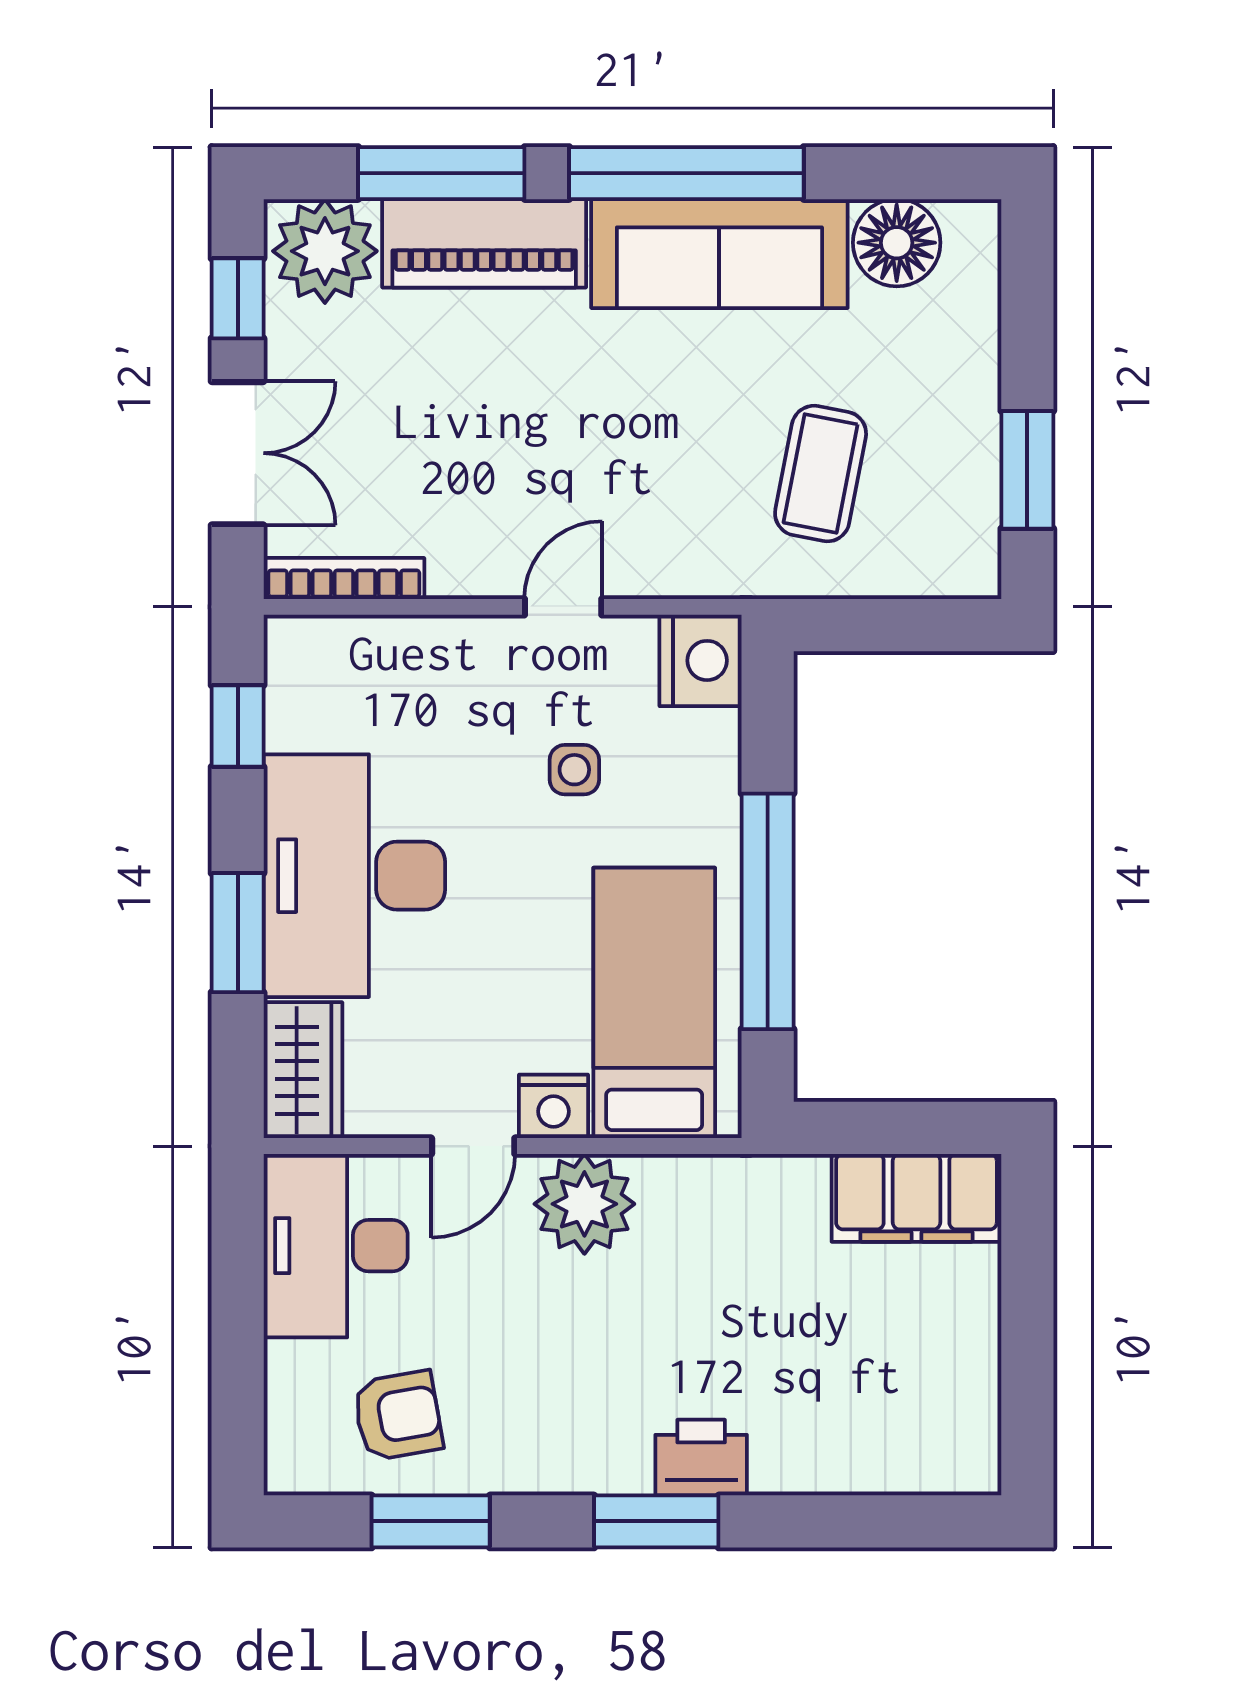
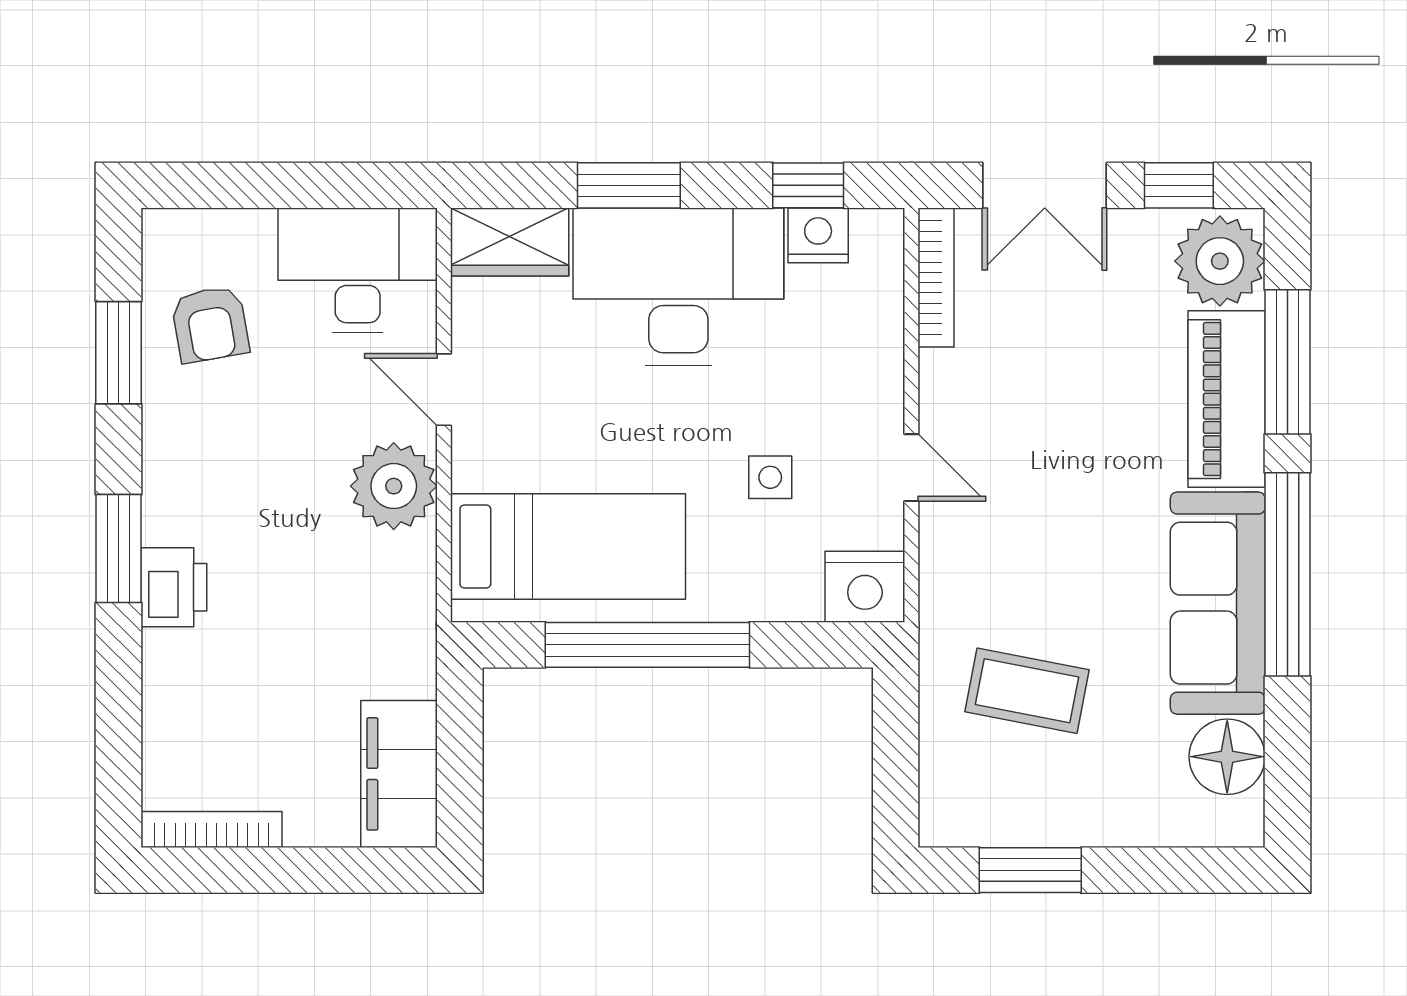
nightstand: (553, 1106) -> (818, 235), moved, turned 90
bookcase: (981, 1414) -> (211, 829), added

